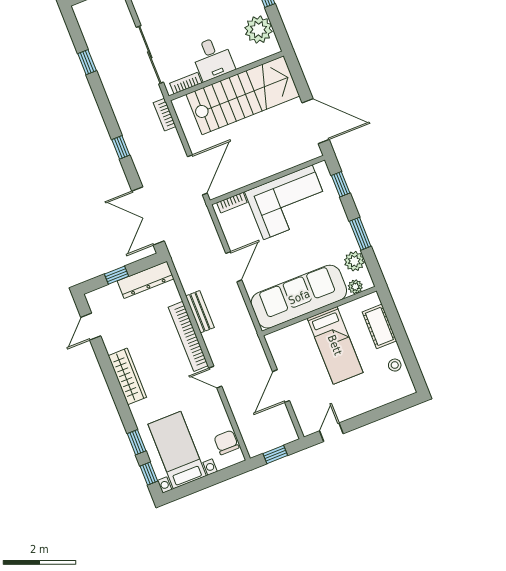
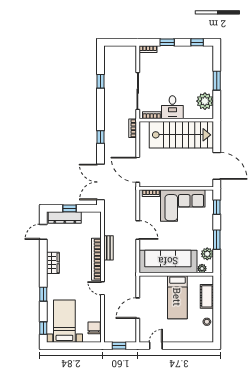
door: (197, 175) -> (138, 170), swing flipped
door: (234, 267) -> (138, 230), hinge flipped
dresser: (146, 280) -> (65, 218), moved
wardrobe: (127, 376) -> (53, 263), width x0.67
window: (137, 442) -> (43, 294), moved

